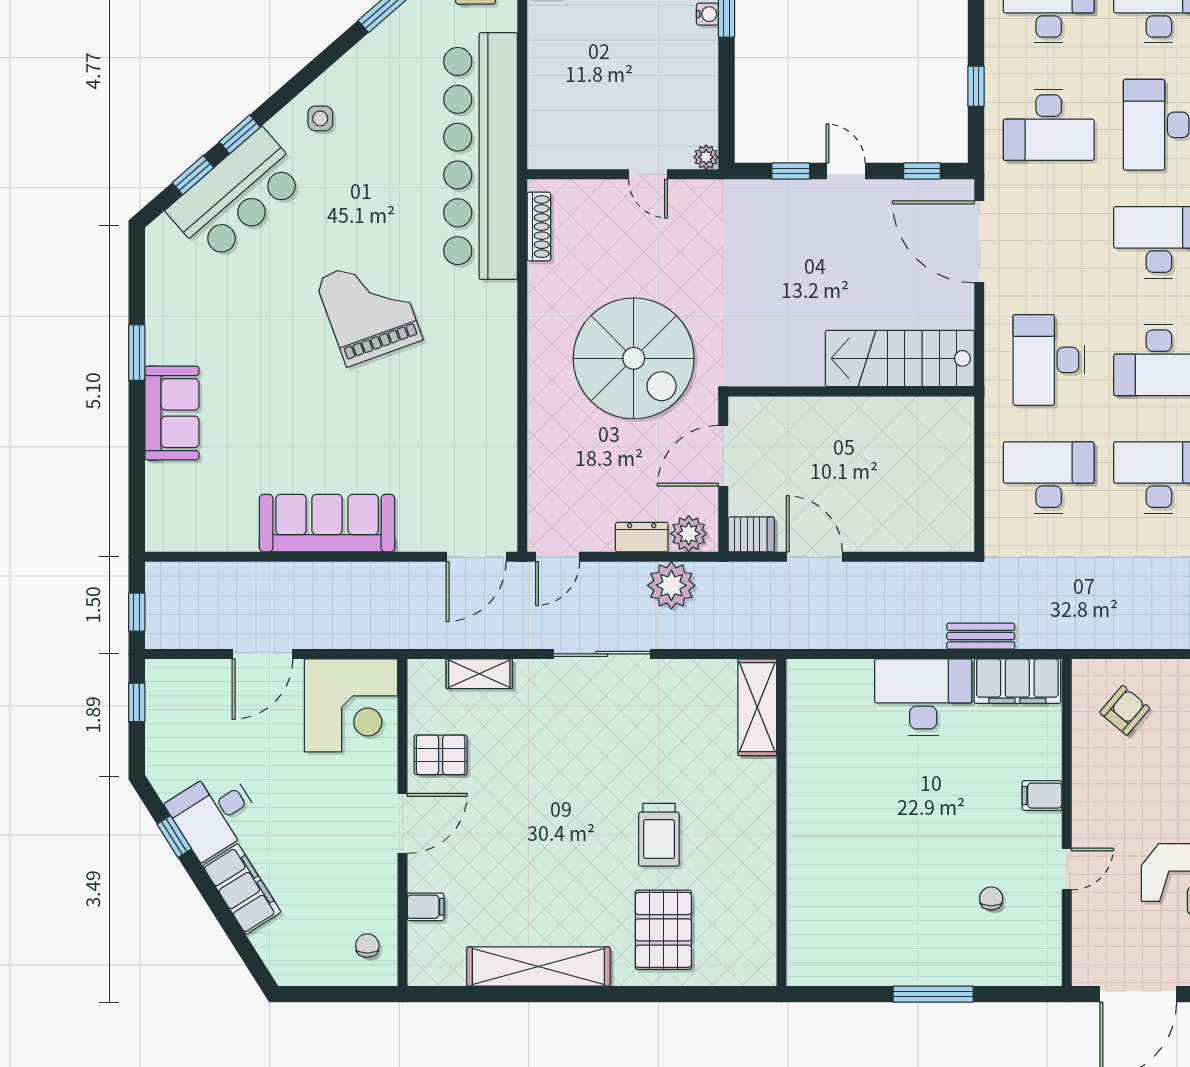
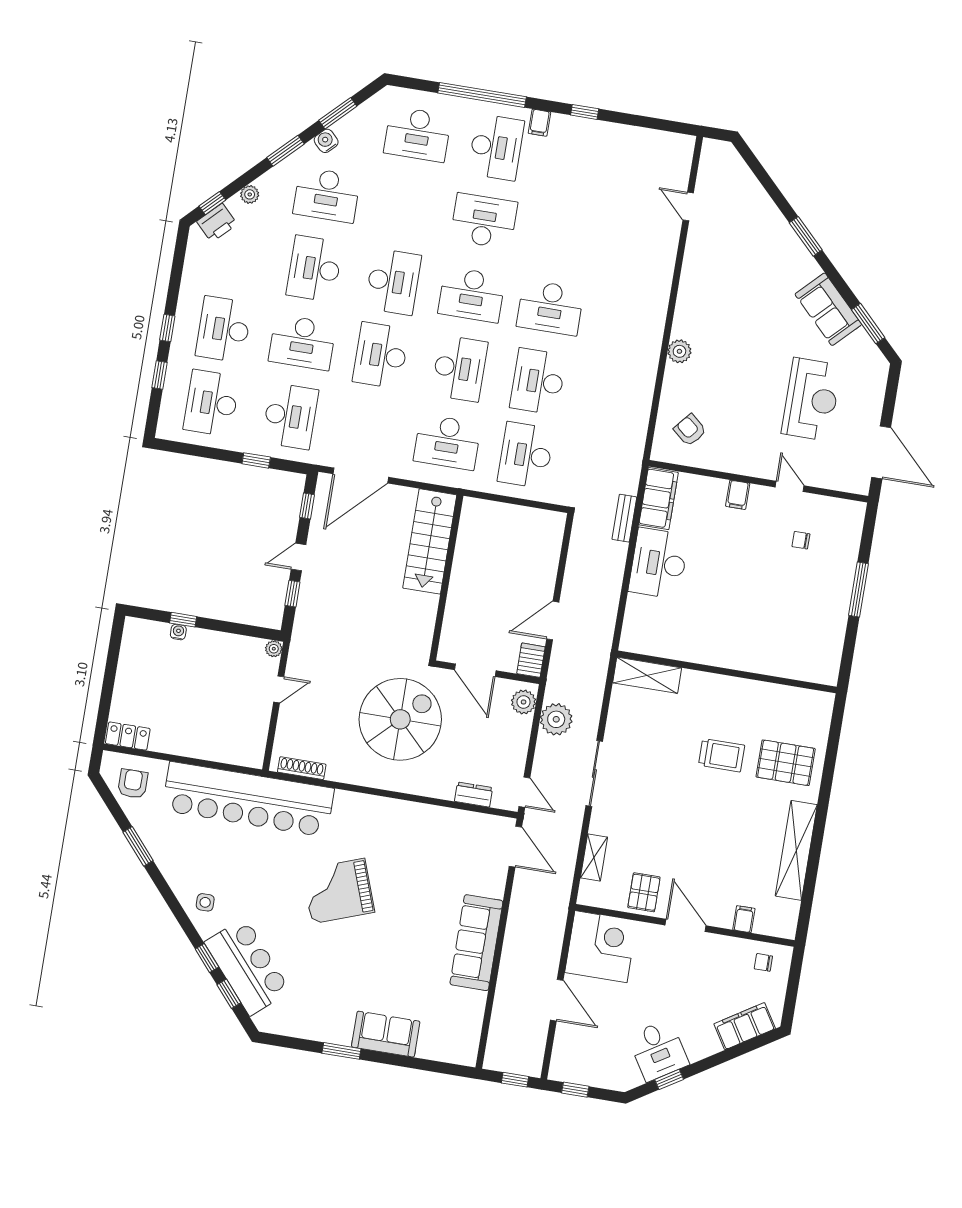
dresser: (642, 537) -> (474, 795), moved, turned 90
filing cabinet: (242, 889) -> (745, 1026), moved

